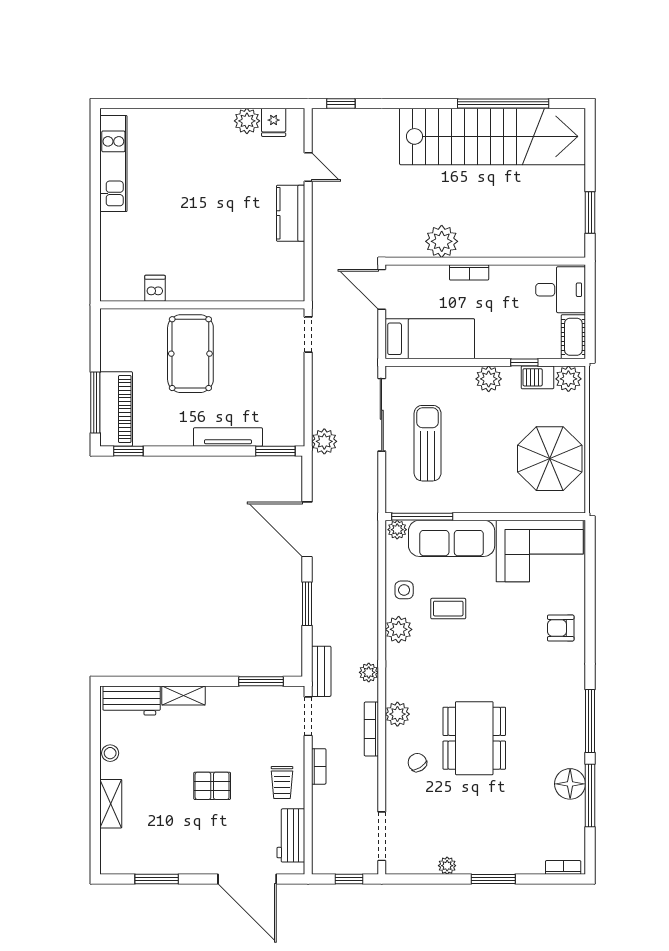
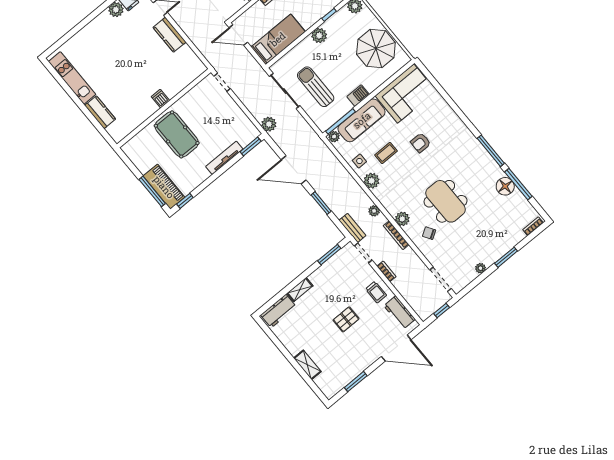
kitchen counter: (113, 240) -> (100, 112), added
dishwasher: (155, 288) -> (160, 99), moved
barbecue: (537, 377) -> (358, 96), moved, turned 180
armchair: (561, 628) -> (421, 143), moved
stool: (110, 753) -> (288, 342), removed

